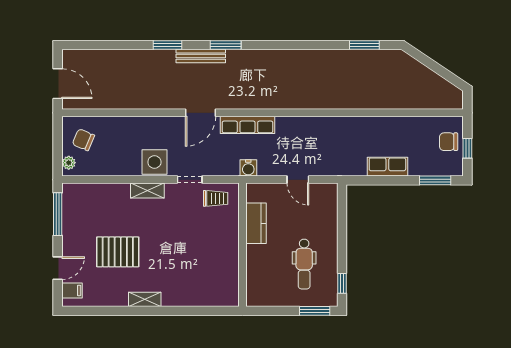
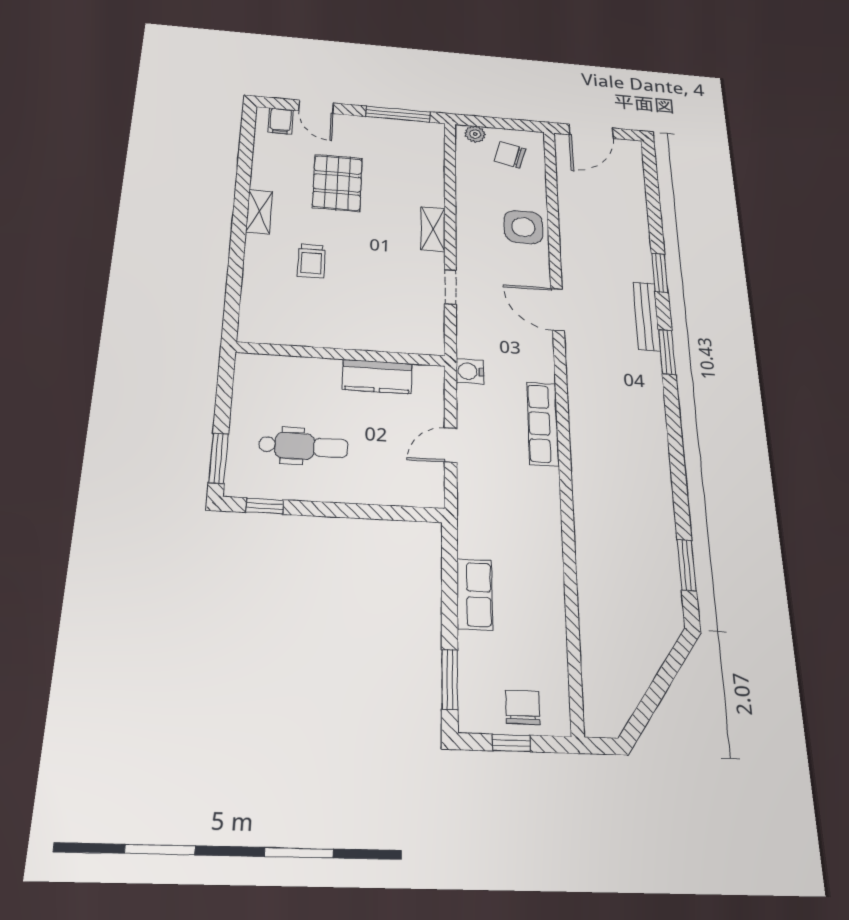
row of seats: (247, 125) -> (543, 424), moved
chair: (83, 140) -> (510, 155), turned -98
side table: (154, 162) -> (523, 227), moved
trolley: (216, 198) -> (311, 261), moved
dental chair: (304, 264) -> (303, 446), turned 180

